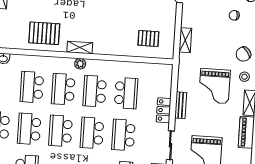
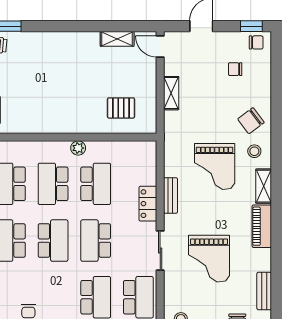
shelving: (185, 40) -> (171, 93), moved
shelving: (80, 47) -> (29, 126), removed
plant: (80, 64) -> (78, 148), moved
school desk: (92, 133) -> (53, 241), turned 180

